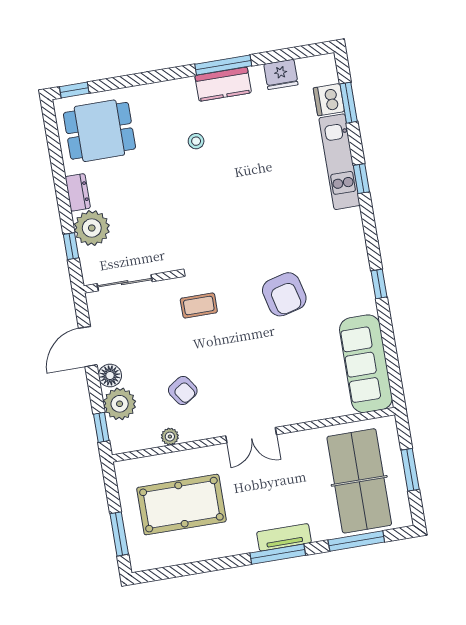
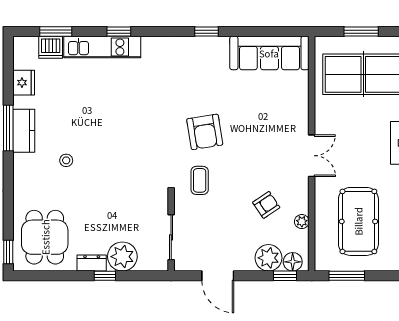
window: (71, 246) -> (105, 276), moved
armchair: (284, 294) -> (205, 132), moved, turned 95
floor lamp: (110, 375) -> (293, 262), moved
window: (119, 534) -> (347, 276), moved

